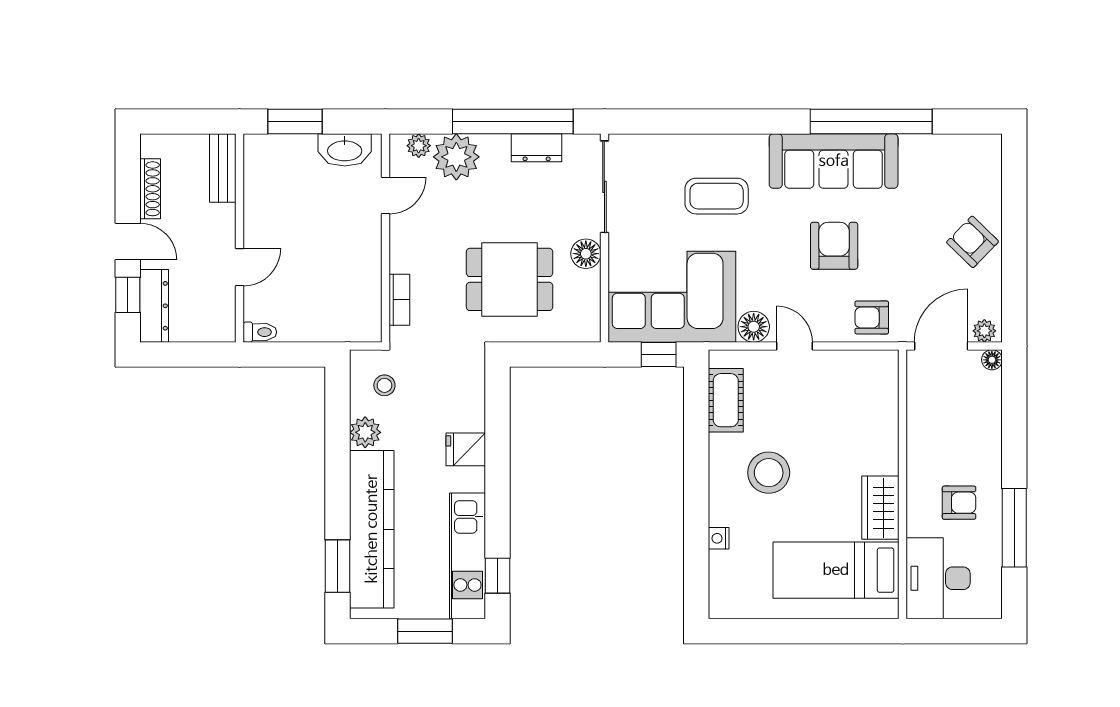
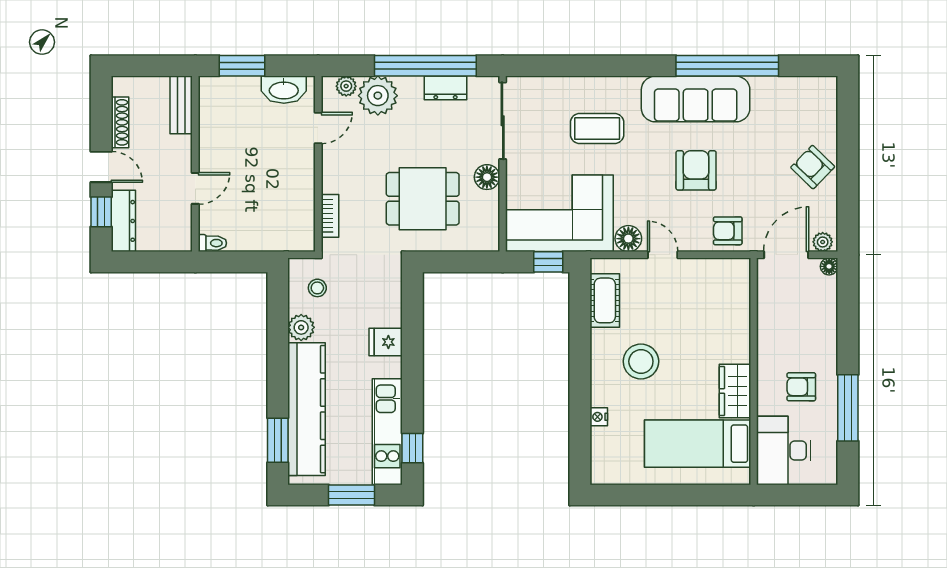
armchair: (959, 503) -> (801, 387), turned 180

